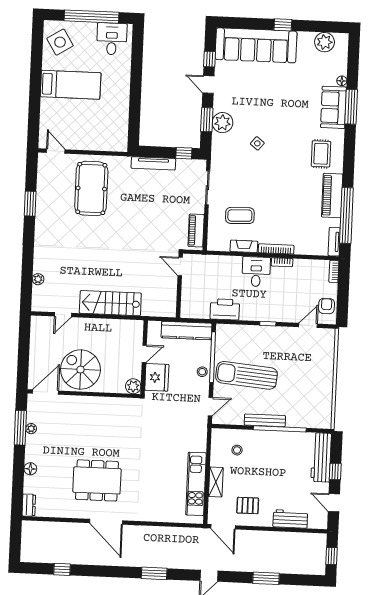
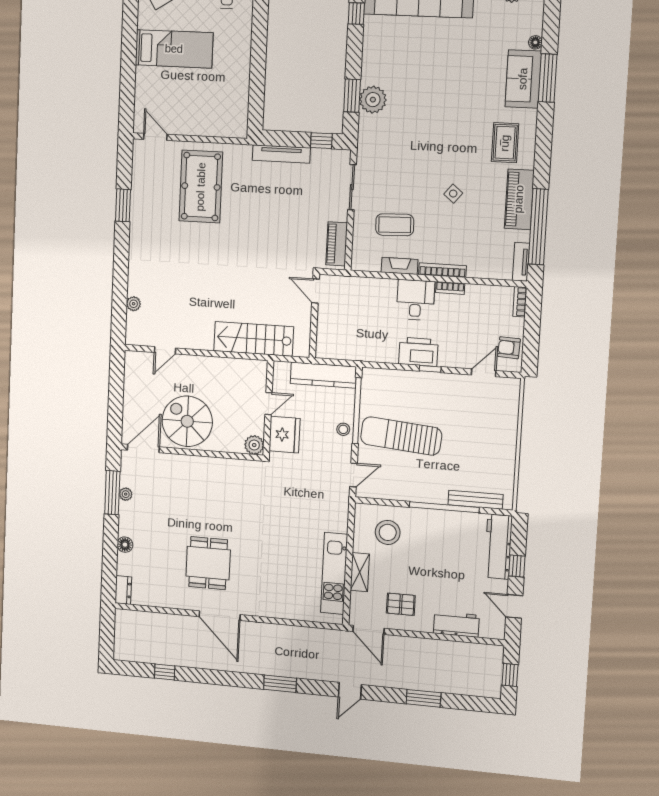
door: (208, 84) -> (354, 48), removed
side table: (257, 143) -> (453, 194), moved
stairs: (110, 303) -> (254, 339), moved
armchair: (326, 306) -> (509, 348), turned -87
printer: (225, 309) -> (418, 352), moved
bench: (265, 420) -> (476, 500), moved
stool: (237, 450) -> (388, 532), width x1.89, depth x1.89
dining table: (97, 480) -> (208, 563), width x0.73

